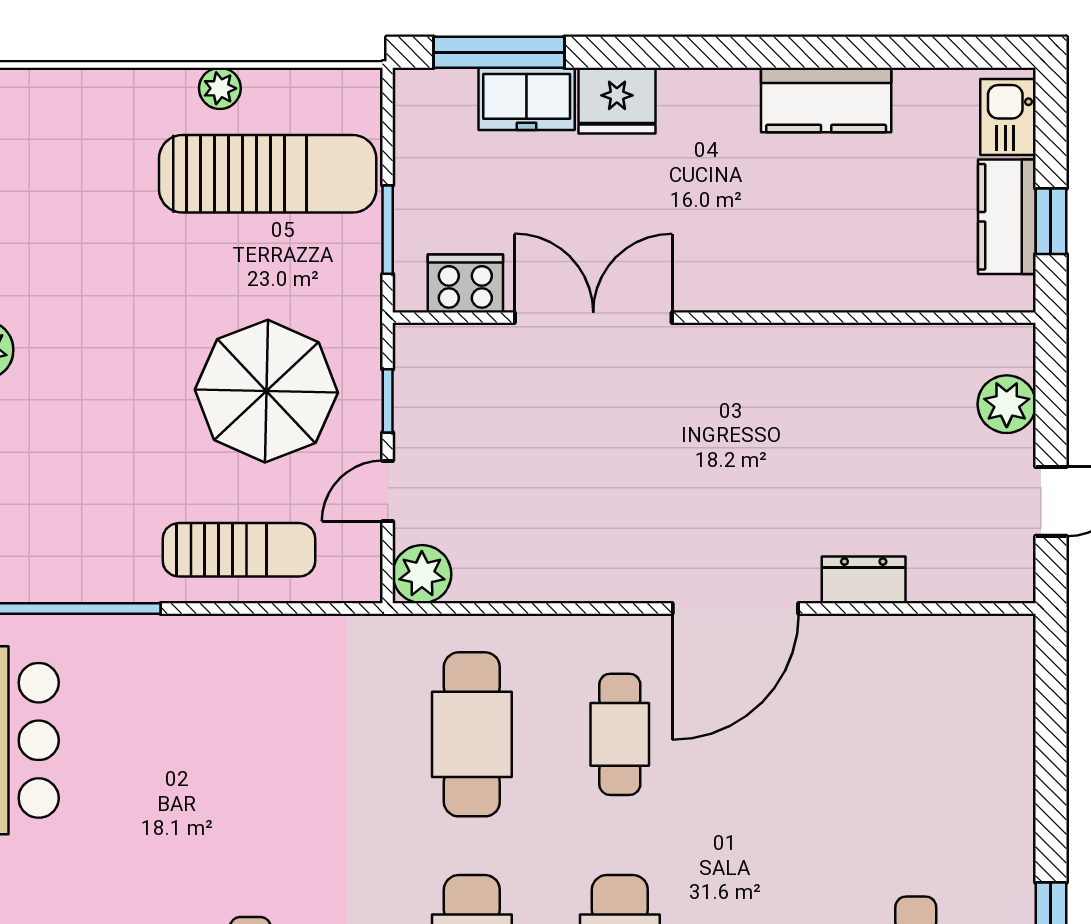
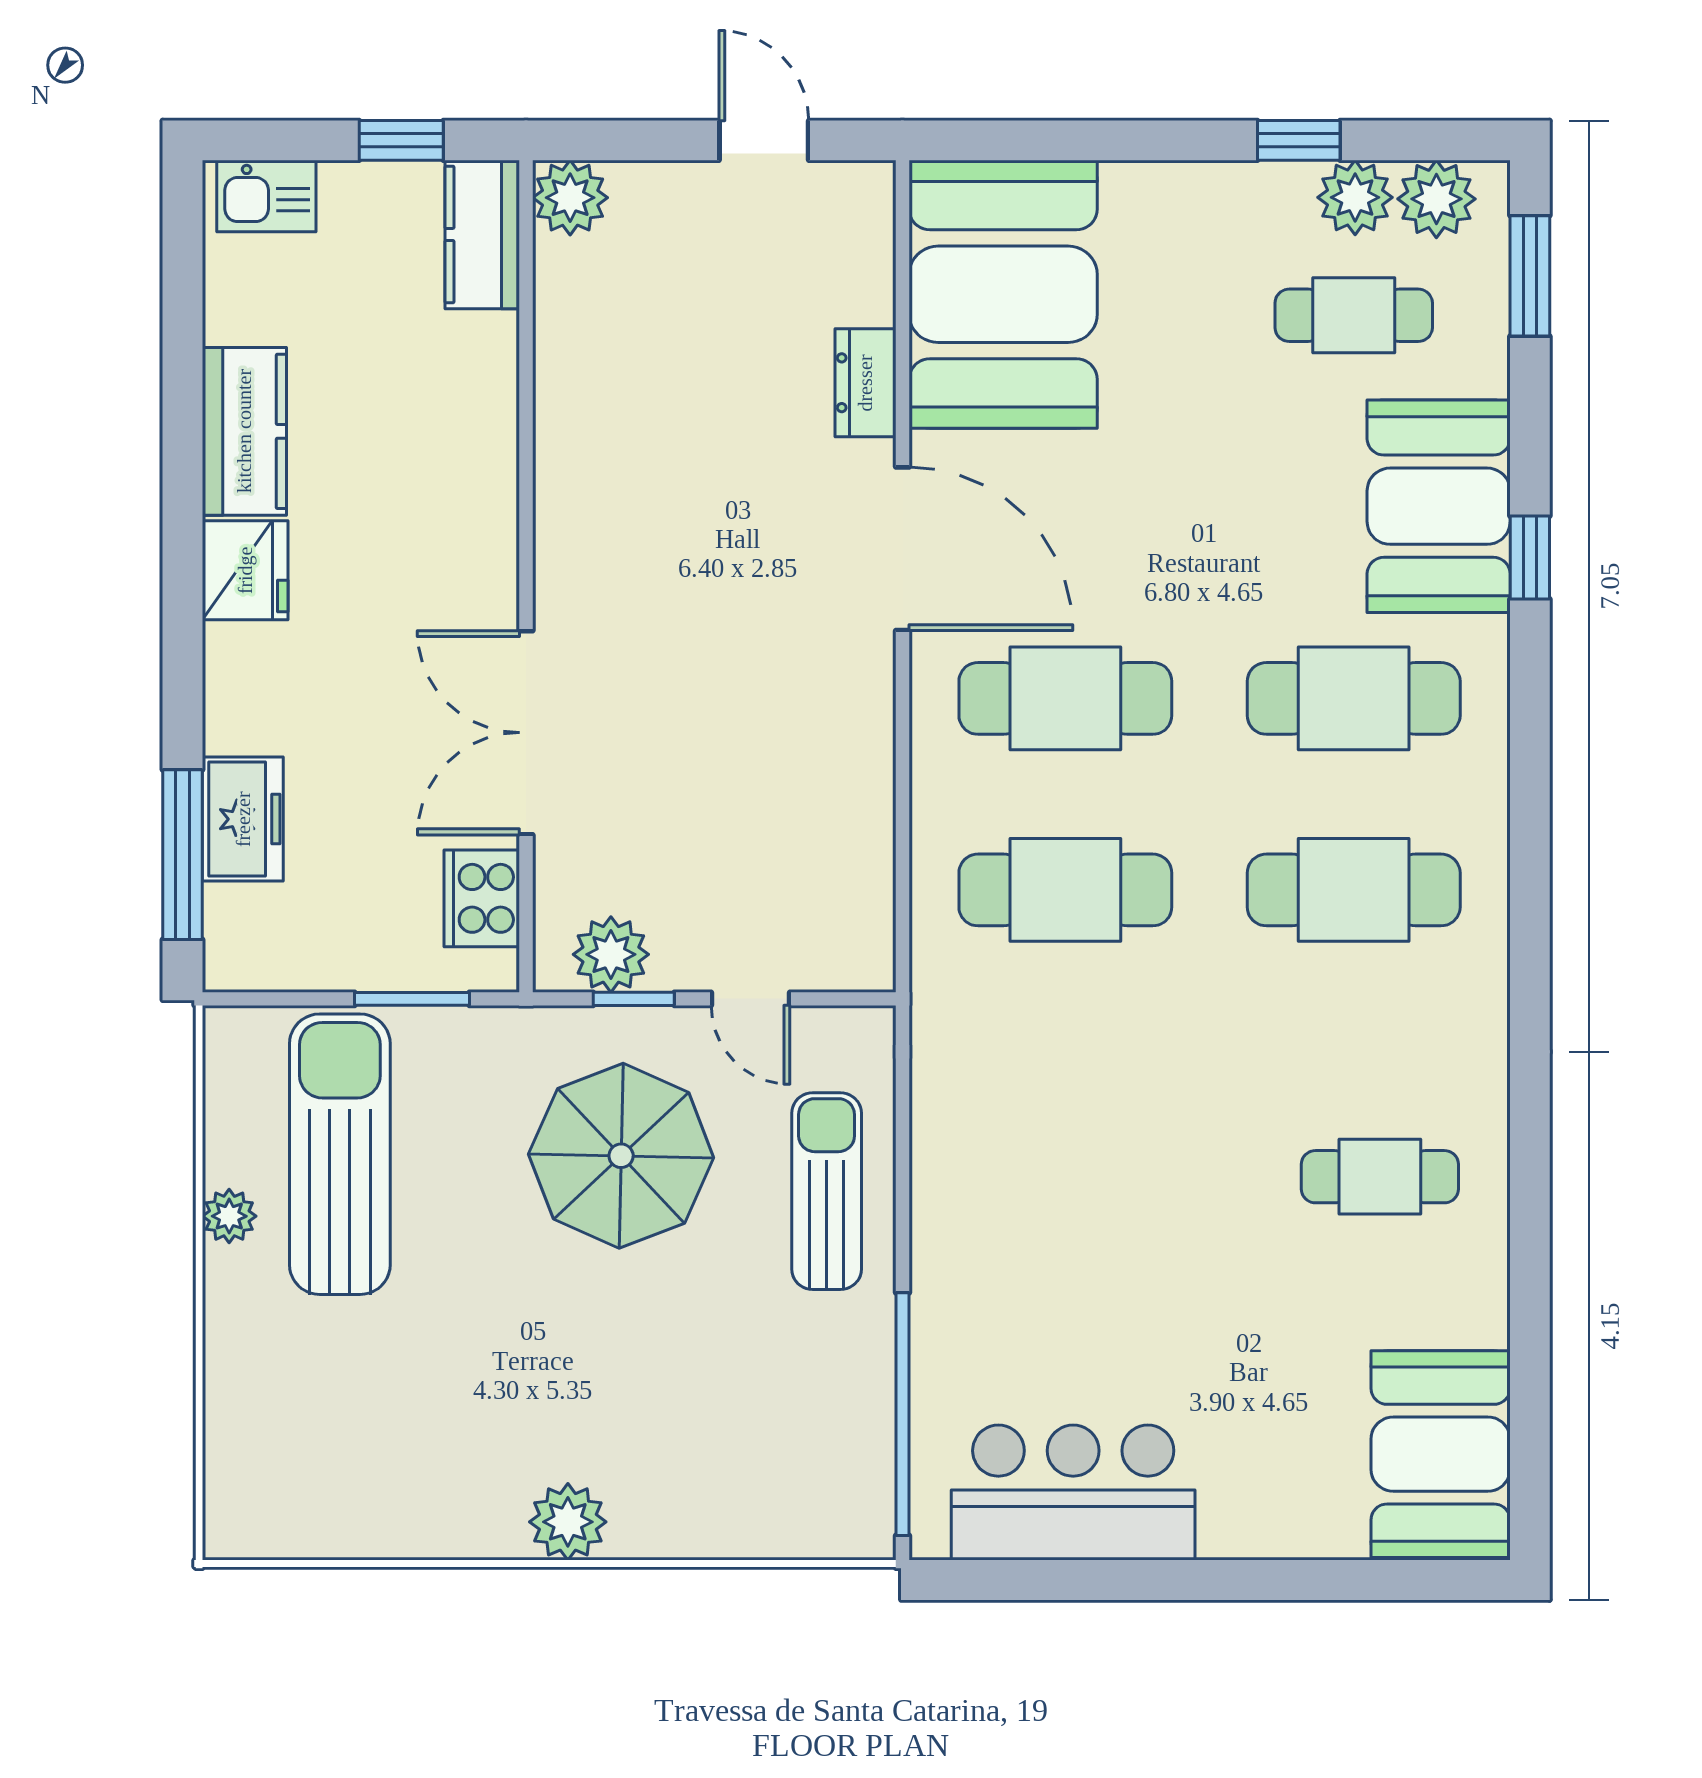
fridge: (617, 101) -> (245, 570), moved
kitchen counter: (1007, 217) -> (482, 234), moved, turned 90
plant: (1007, 404) -> (570, 198), moved
plant: (422, 574) -> (611, 954), moved
booth: (932, 686) -> (1003, 294), added
cafe table: (620, 734) -> (1065, 698), width x1.37, depth x1.35

